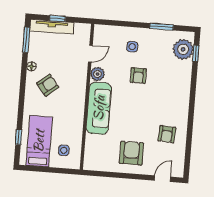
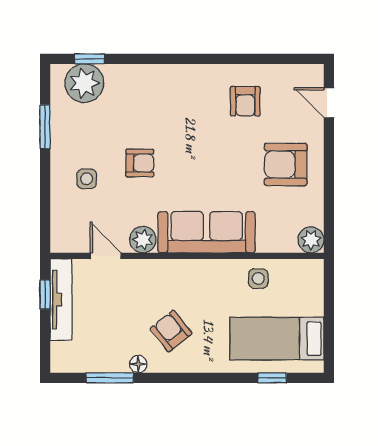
window: (57, 19) -> (45, 294), moved
tv unit: (52, 27) -> (61, 300), moved
window: (26, 40) -> (110, 378), moved
armchair: (167, 134) -> (245, 101), turned 86
side table: (64, 150) -> (258, 278), moved
plant: (90, 163) -> (311, 240), added

